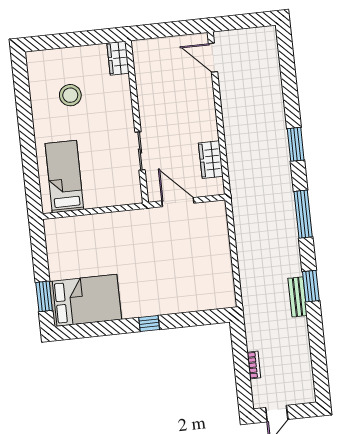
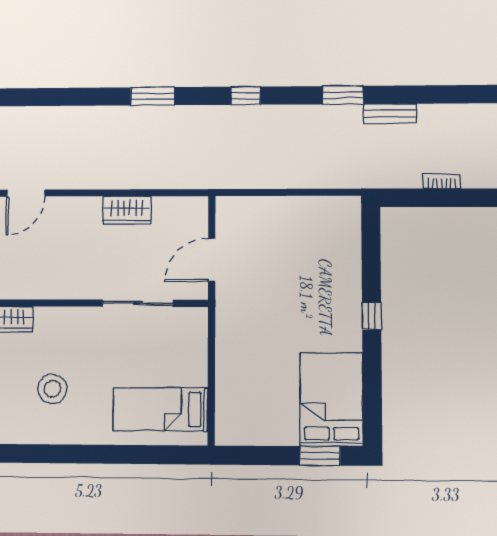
sliding door: (140, 151) -> (138, 303), width x1.37
wardrobe: (211, 160) -> (127, 210), moved
window: (303, 214) -> (246, 96), width x0.46
bench: (298, 297) -> (390, 114), moved

